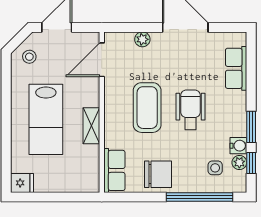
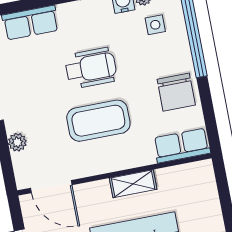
wheelchair: (190, 110) -> (91, 68), turned 180
chair: (158, 174) -> (176, 92), turned 180

